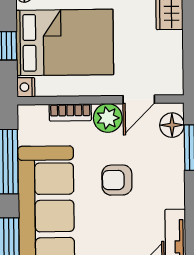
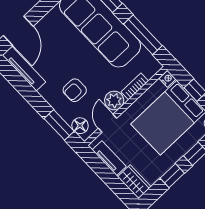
tv unit: (173, 59) -> (109, 158), added
armchair: (117, 180) -> (75, 90), moved, turned 180

